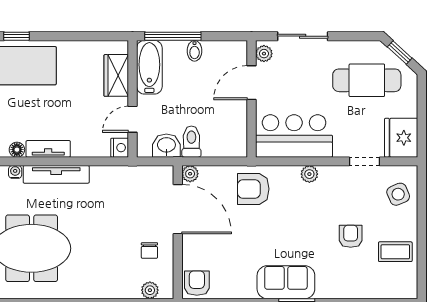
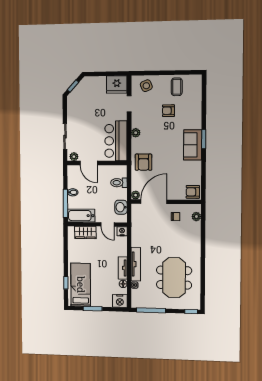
cafe table: (367, 80) -> (87, 103), removed
toilet: (191, 142) -> (119, 183), moved

